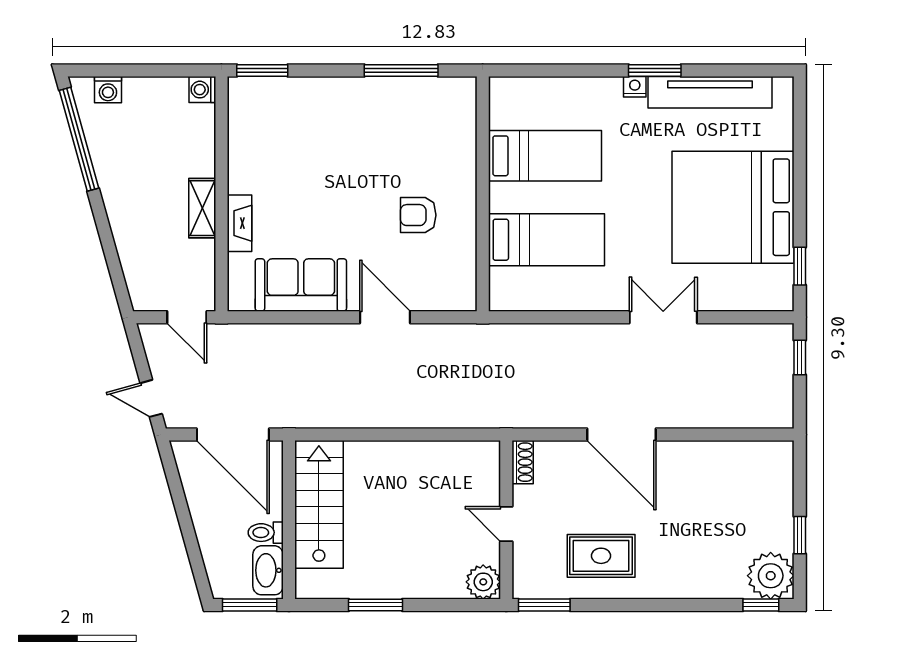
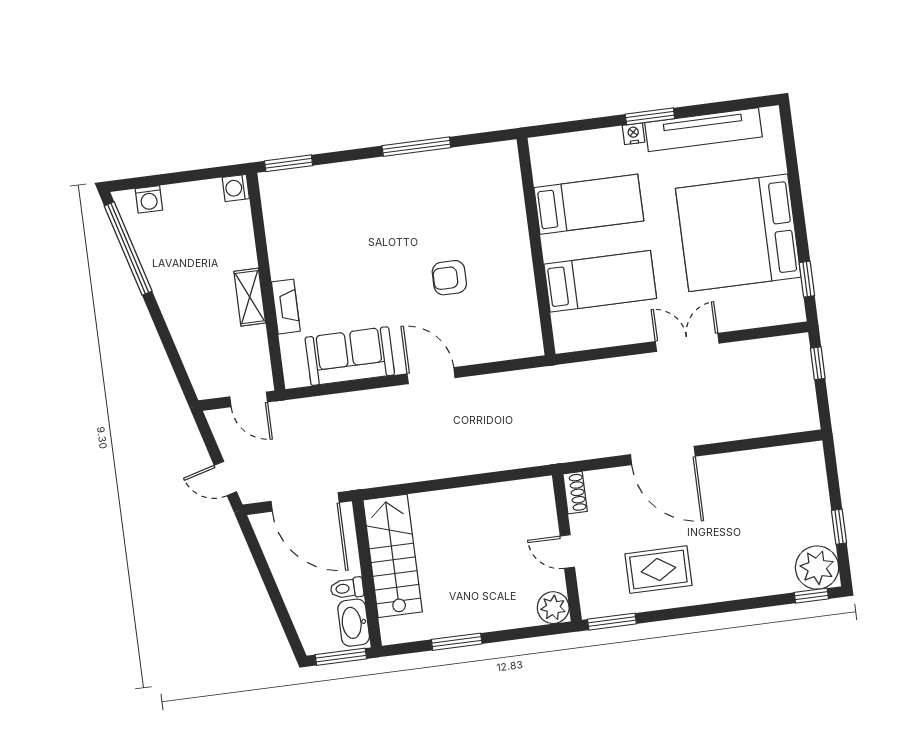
bed: (545, 156) -> (589, 204), moved
wall: (483, 194) -> (536, 247), moved
bed: (547, 240) -> (600, 281), moved

